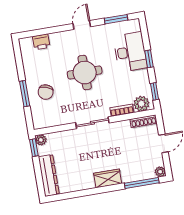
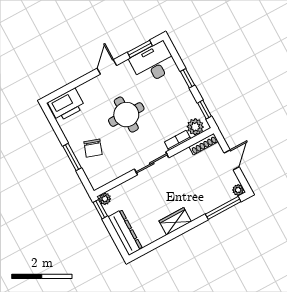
printer: (41, 42) -> (67, 105), width x1.87, depth x1.48
desk: (130, 52) -> (153, 63), moved, turned -90
wardrobe: (108, 178) -> (175, 221), moved

